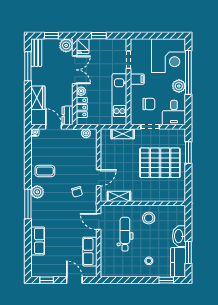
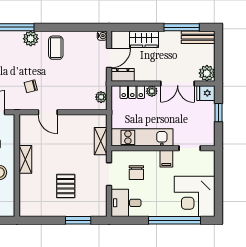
window: (51, 36) -> (218, 56), removed
plant: (179, 86) -> (158, 209), removed
pallet: (160, 163) -> (66, 186), width x0.49, depth x0.50
shelving: (119, 196) -> (25, 159), moved

